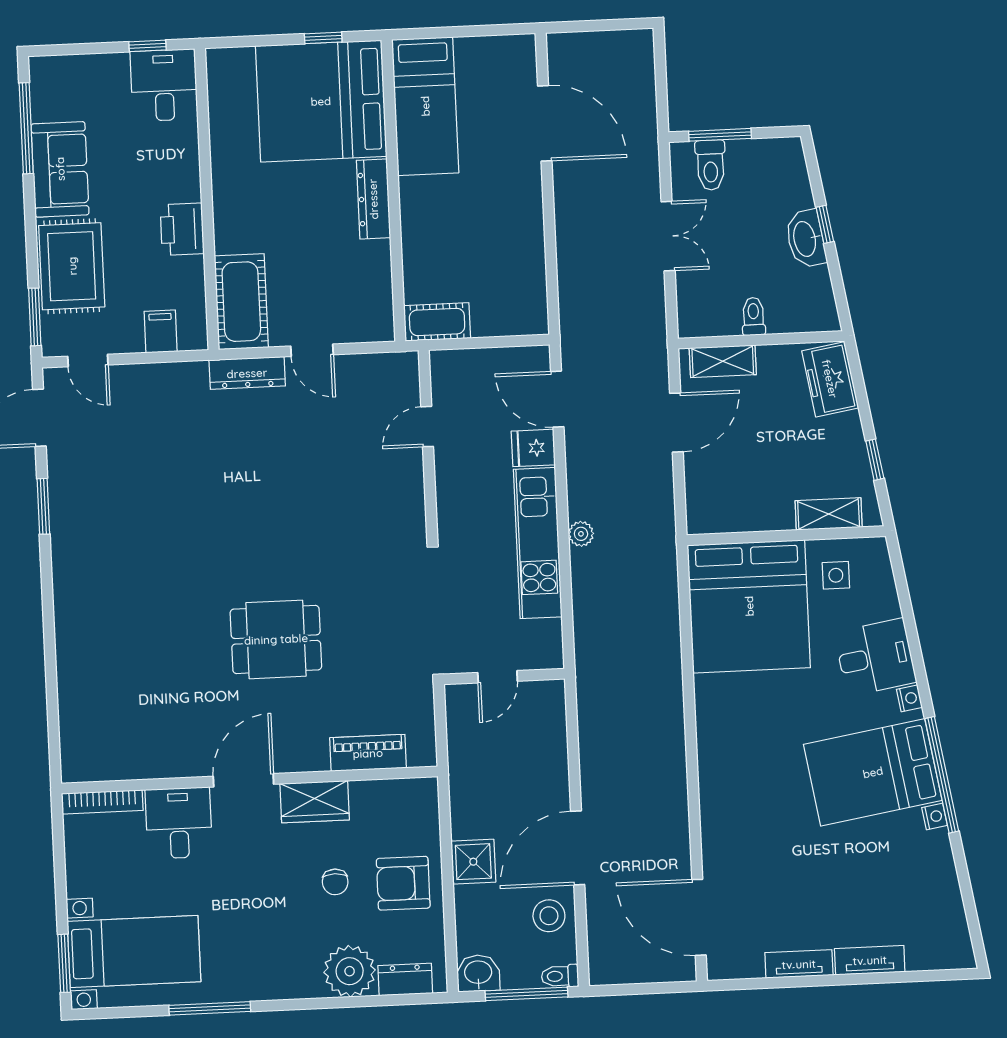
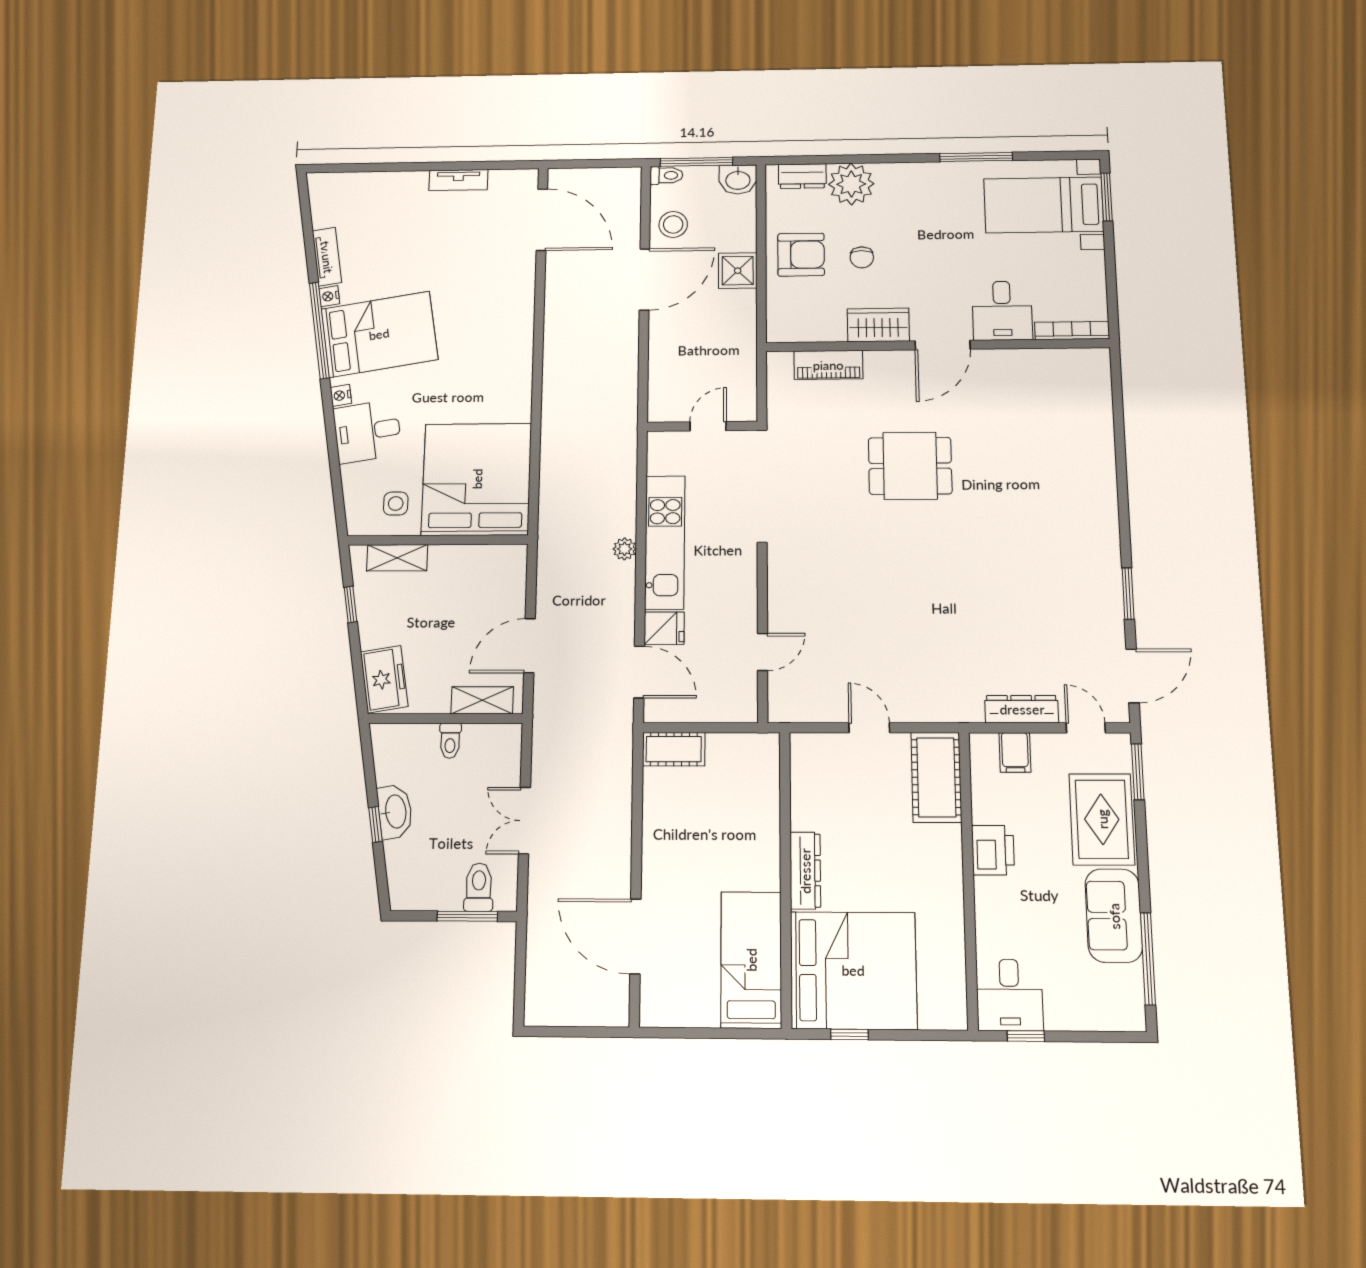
cot: (437, 322) -> (674, 749), moved
dresser: (247, 373) -> (1022, 709), moved
chair: (335, 882) -> (862, 257), turned 180
tv unit: (870, 960) -> (327, 257), moved, turned -99

